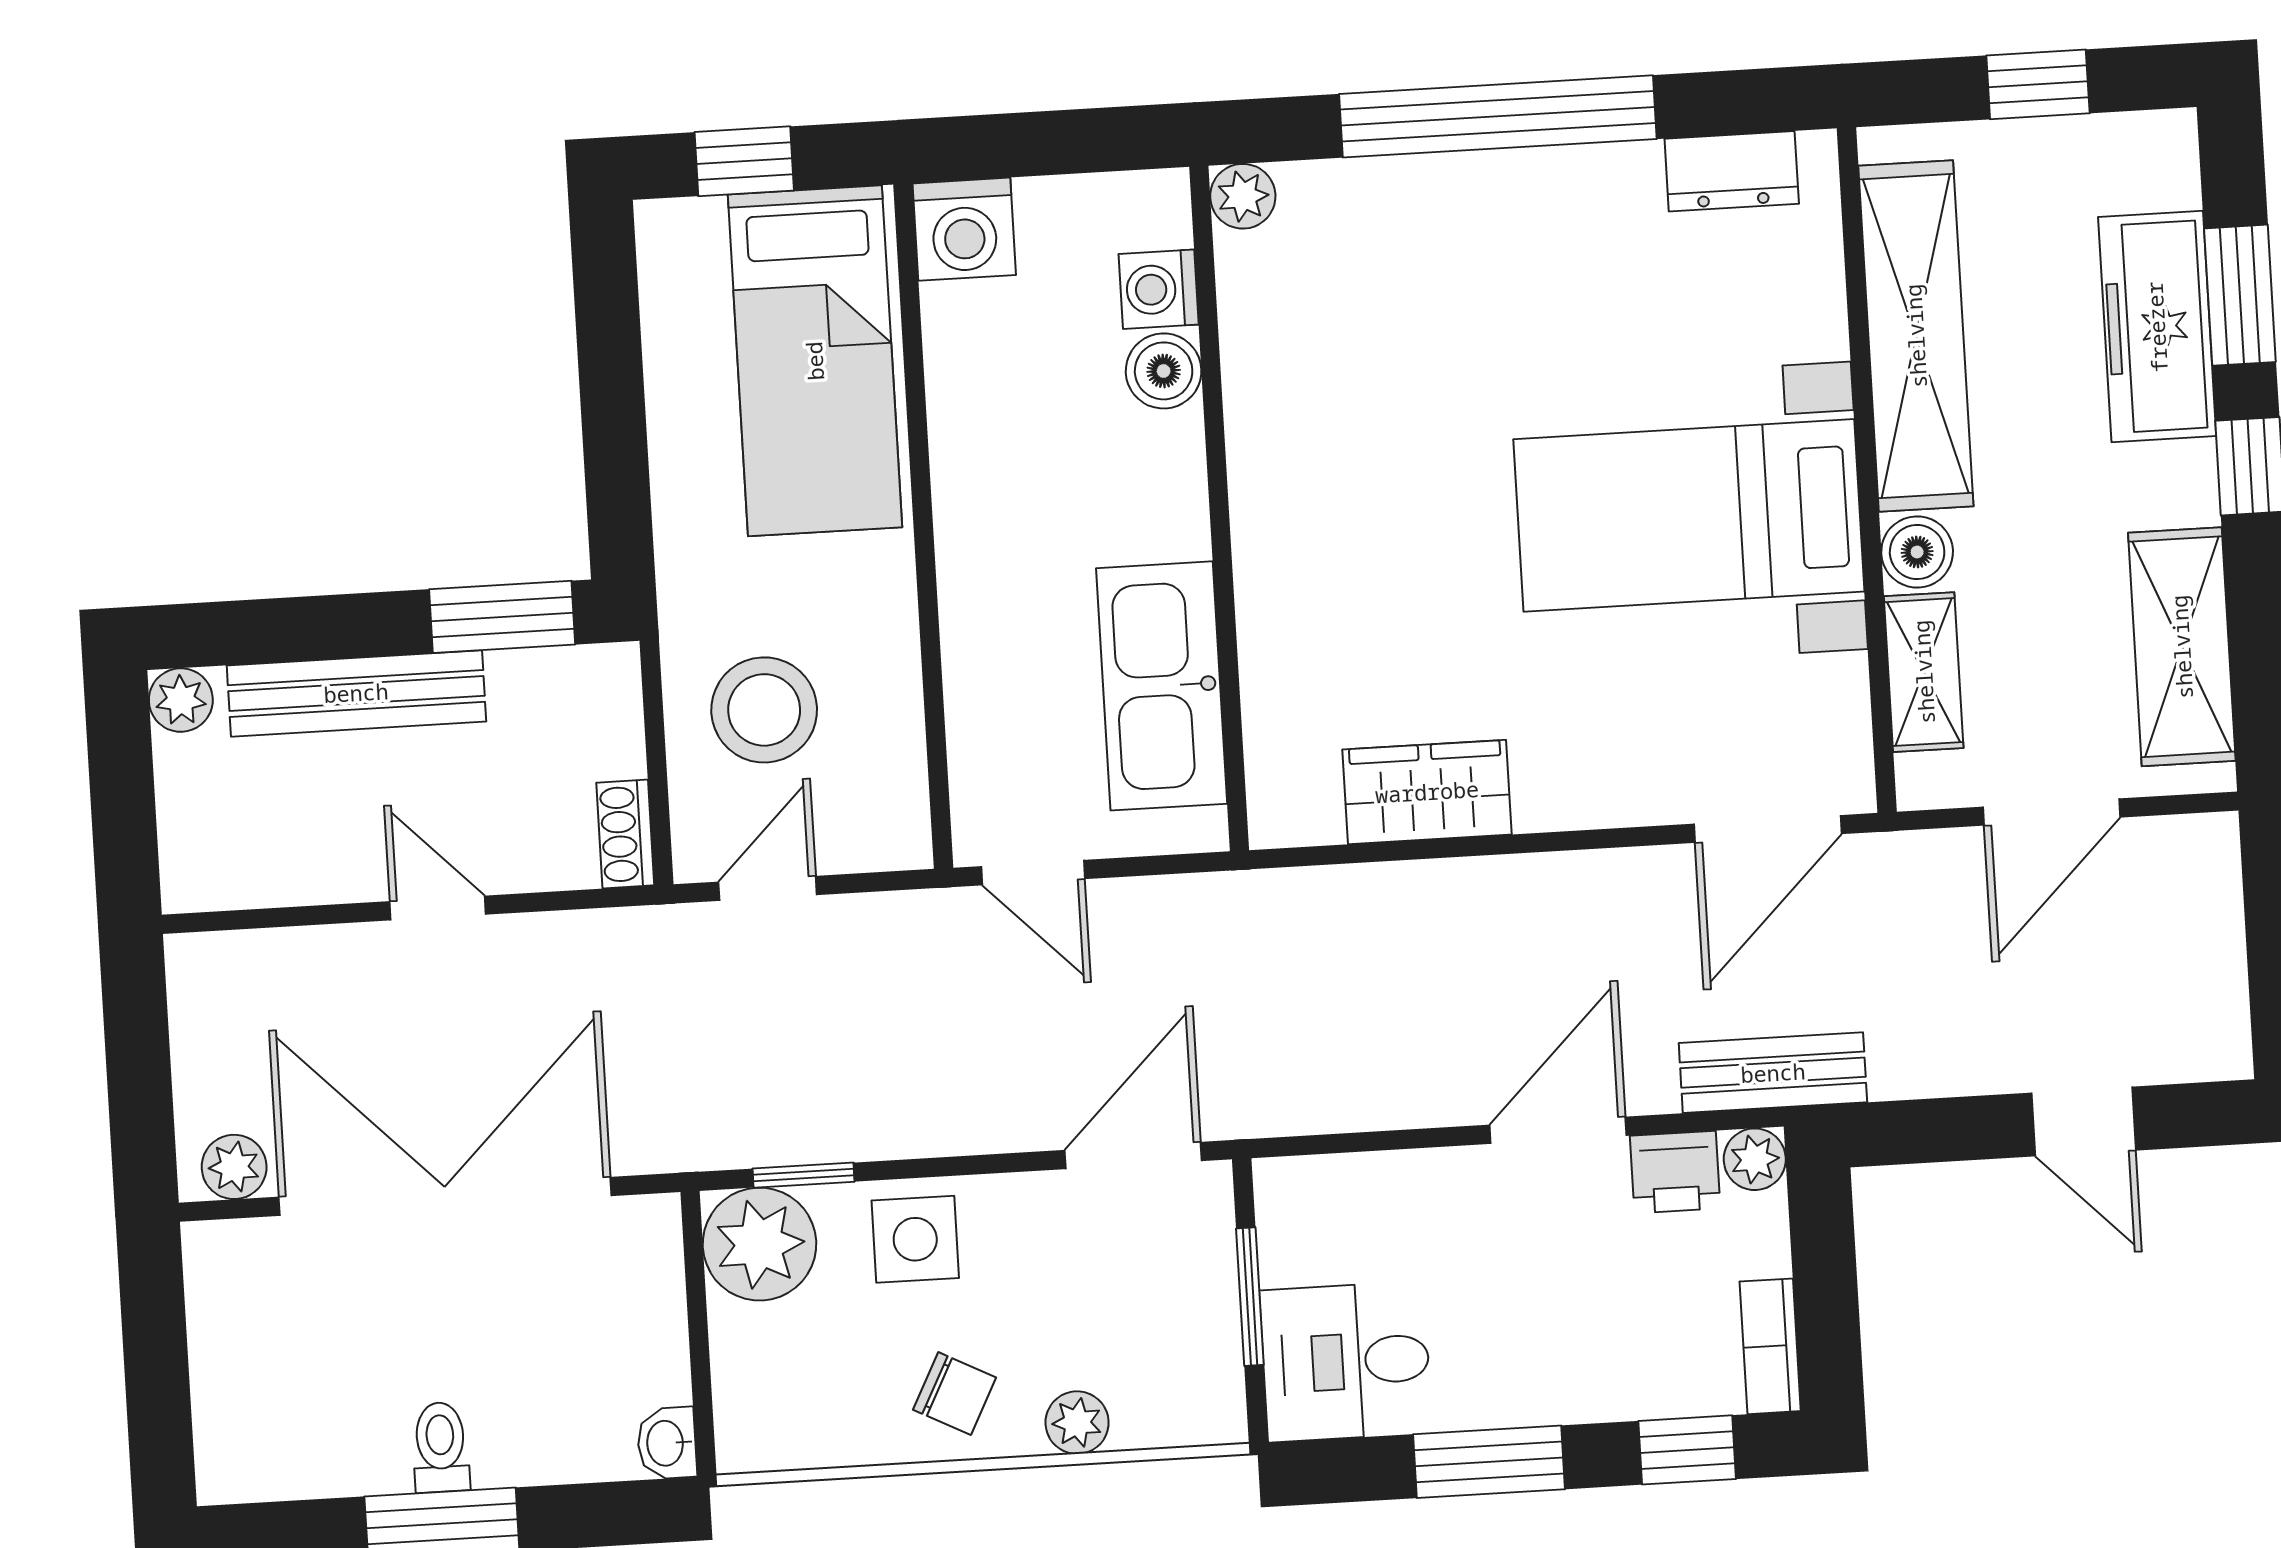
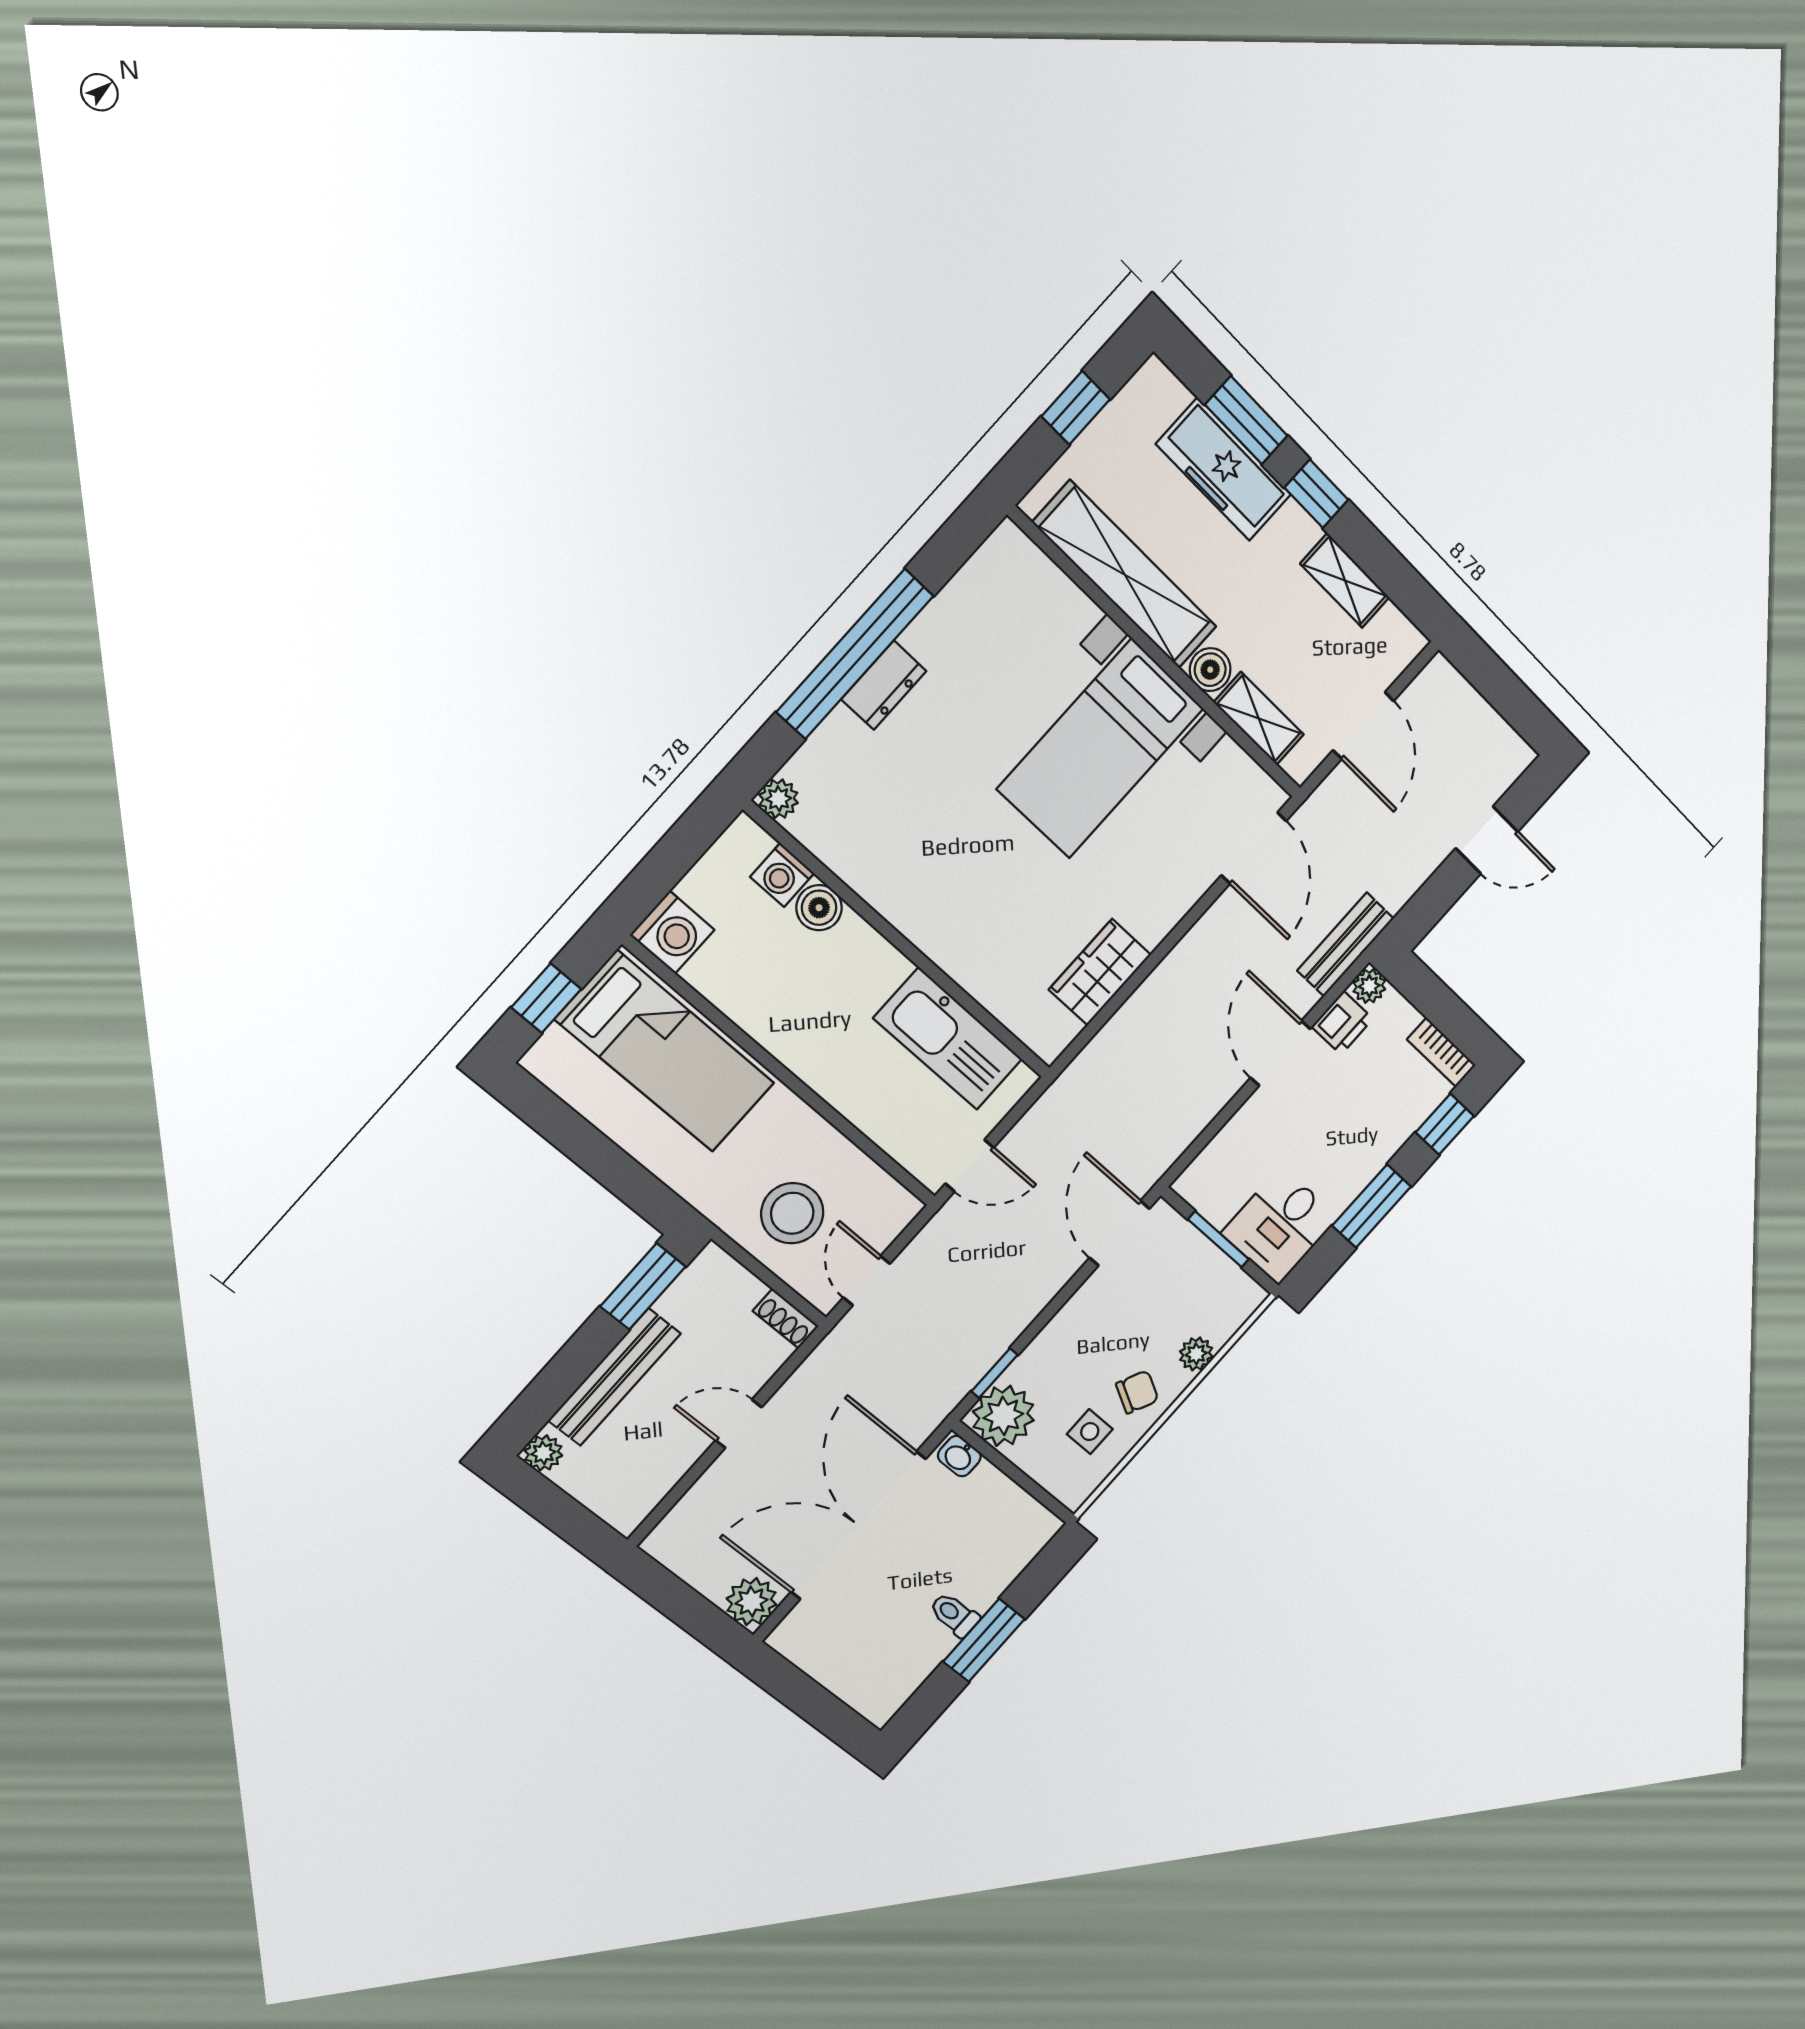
dresser: (1732, 171) -> (884, 685), moved
shelving: (2182, 647) -> (1345, 580), width x0.67, depth x0.75
plant: (234, 1167) -> (751, 1602), width x1.38, depth x1.38
side table: (915, 1239) -> (1090, 1432), moved, width x0.73, depth x0.73
washbasin: (667, 1443) -> (959, 1456), moved

